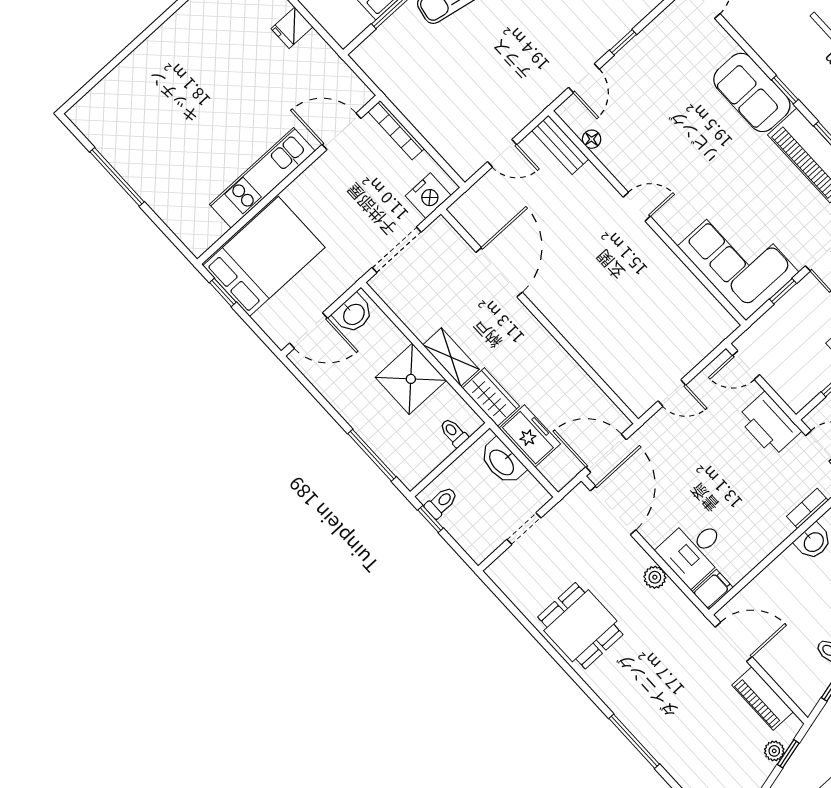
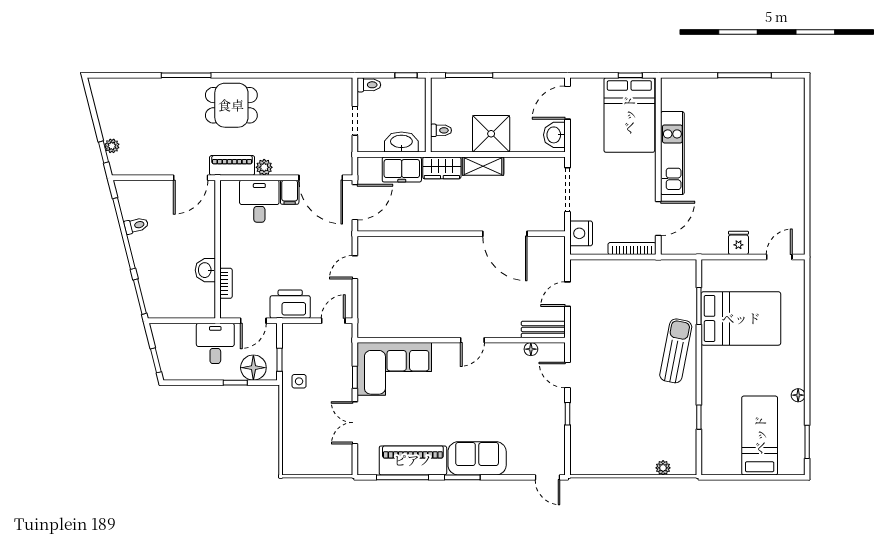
window: (785, 90) -> (462, 477), width x1.50
toilet: (441, 502) -> (369, 85), moved, turned -90
filing cabinet: (713, 590) -> (290, 192), moved
dining table: (580, 626) -> (231, 105), moved
piano: (763, 699) -> (232, 165), moved

